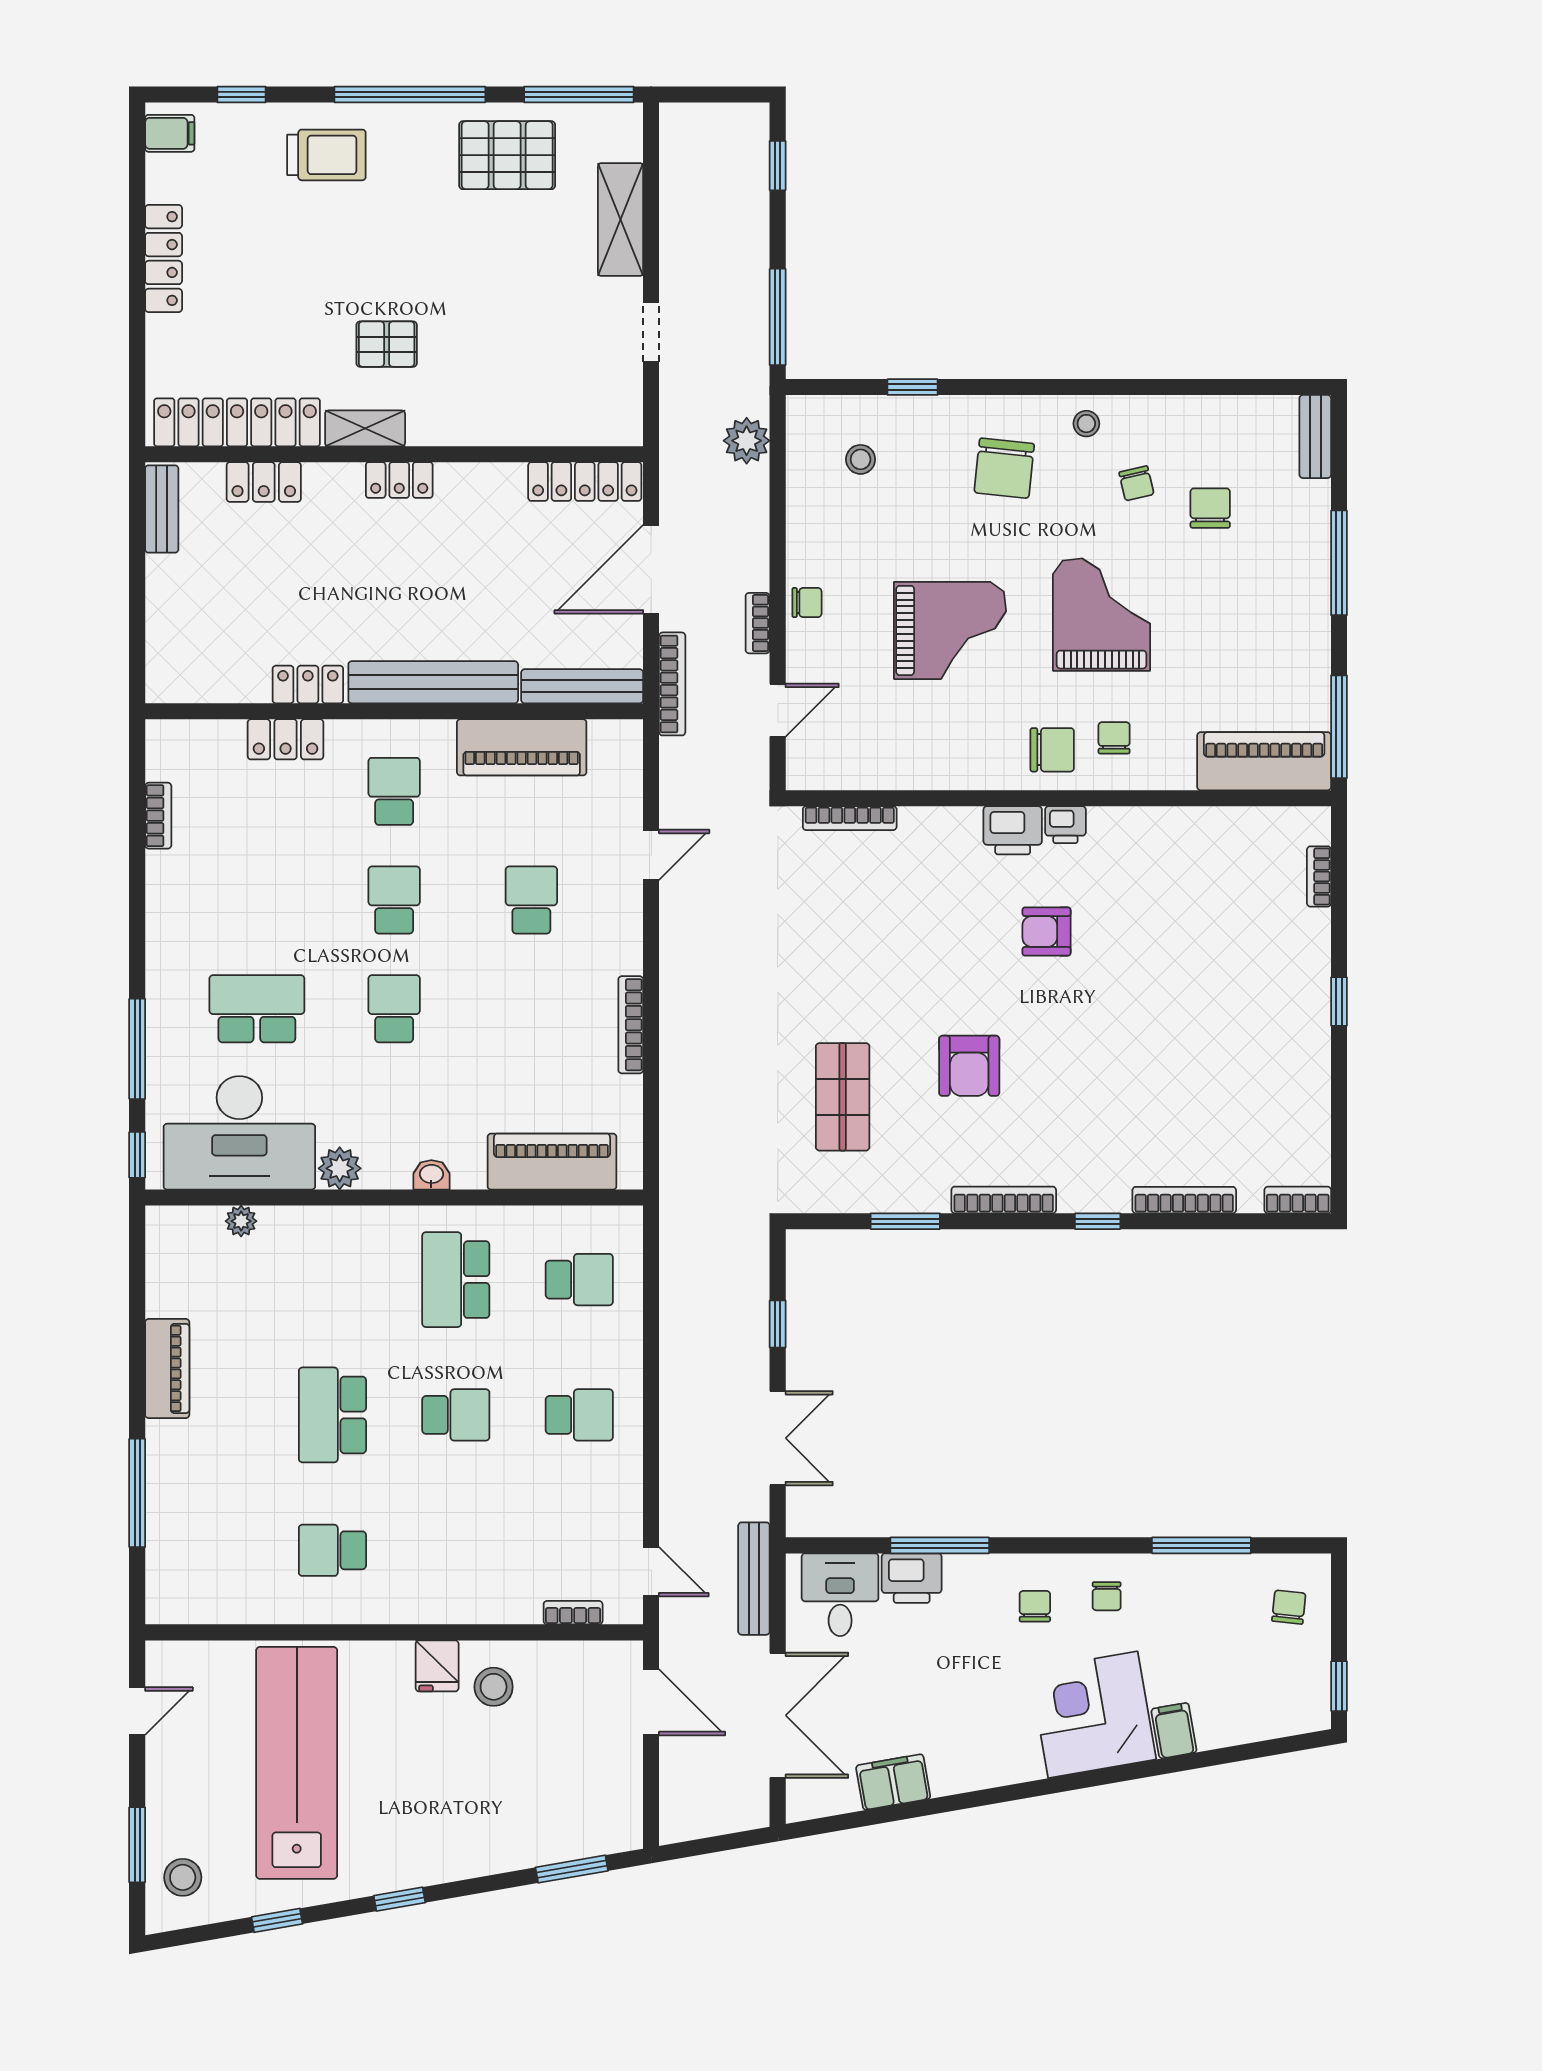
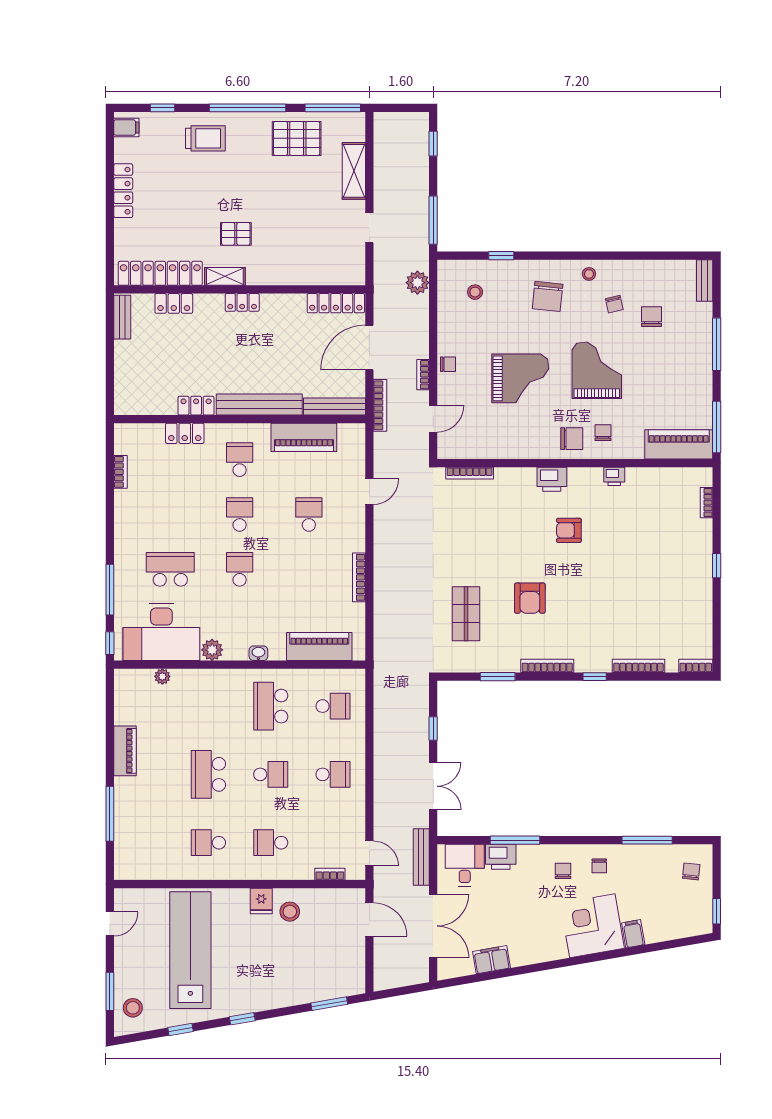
printer: (1065, 825) -> (614, 476), moved
school desk: (456, 1550) -> (271, 843), added

